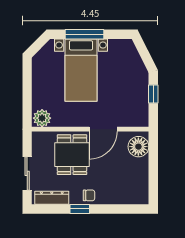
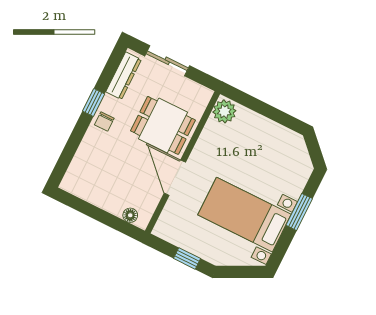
window: (84, 34) -> (299, 212), width x0.69
bed with nightstands: (81, 70) -> (244, 215), moved
floor lamp: (138, 147) -> (130, 215), width x0.53, depth x0.53

